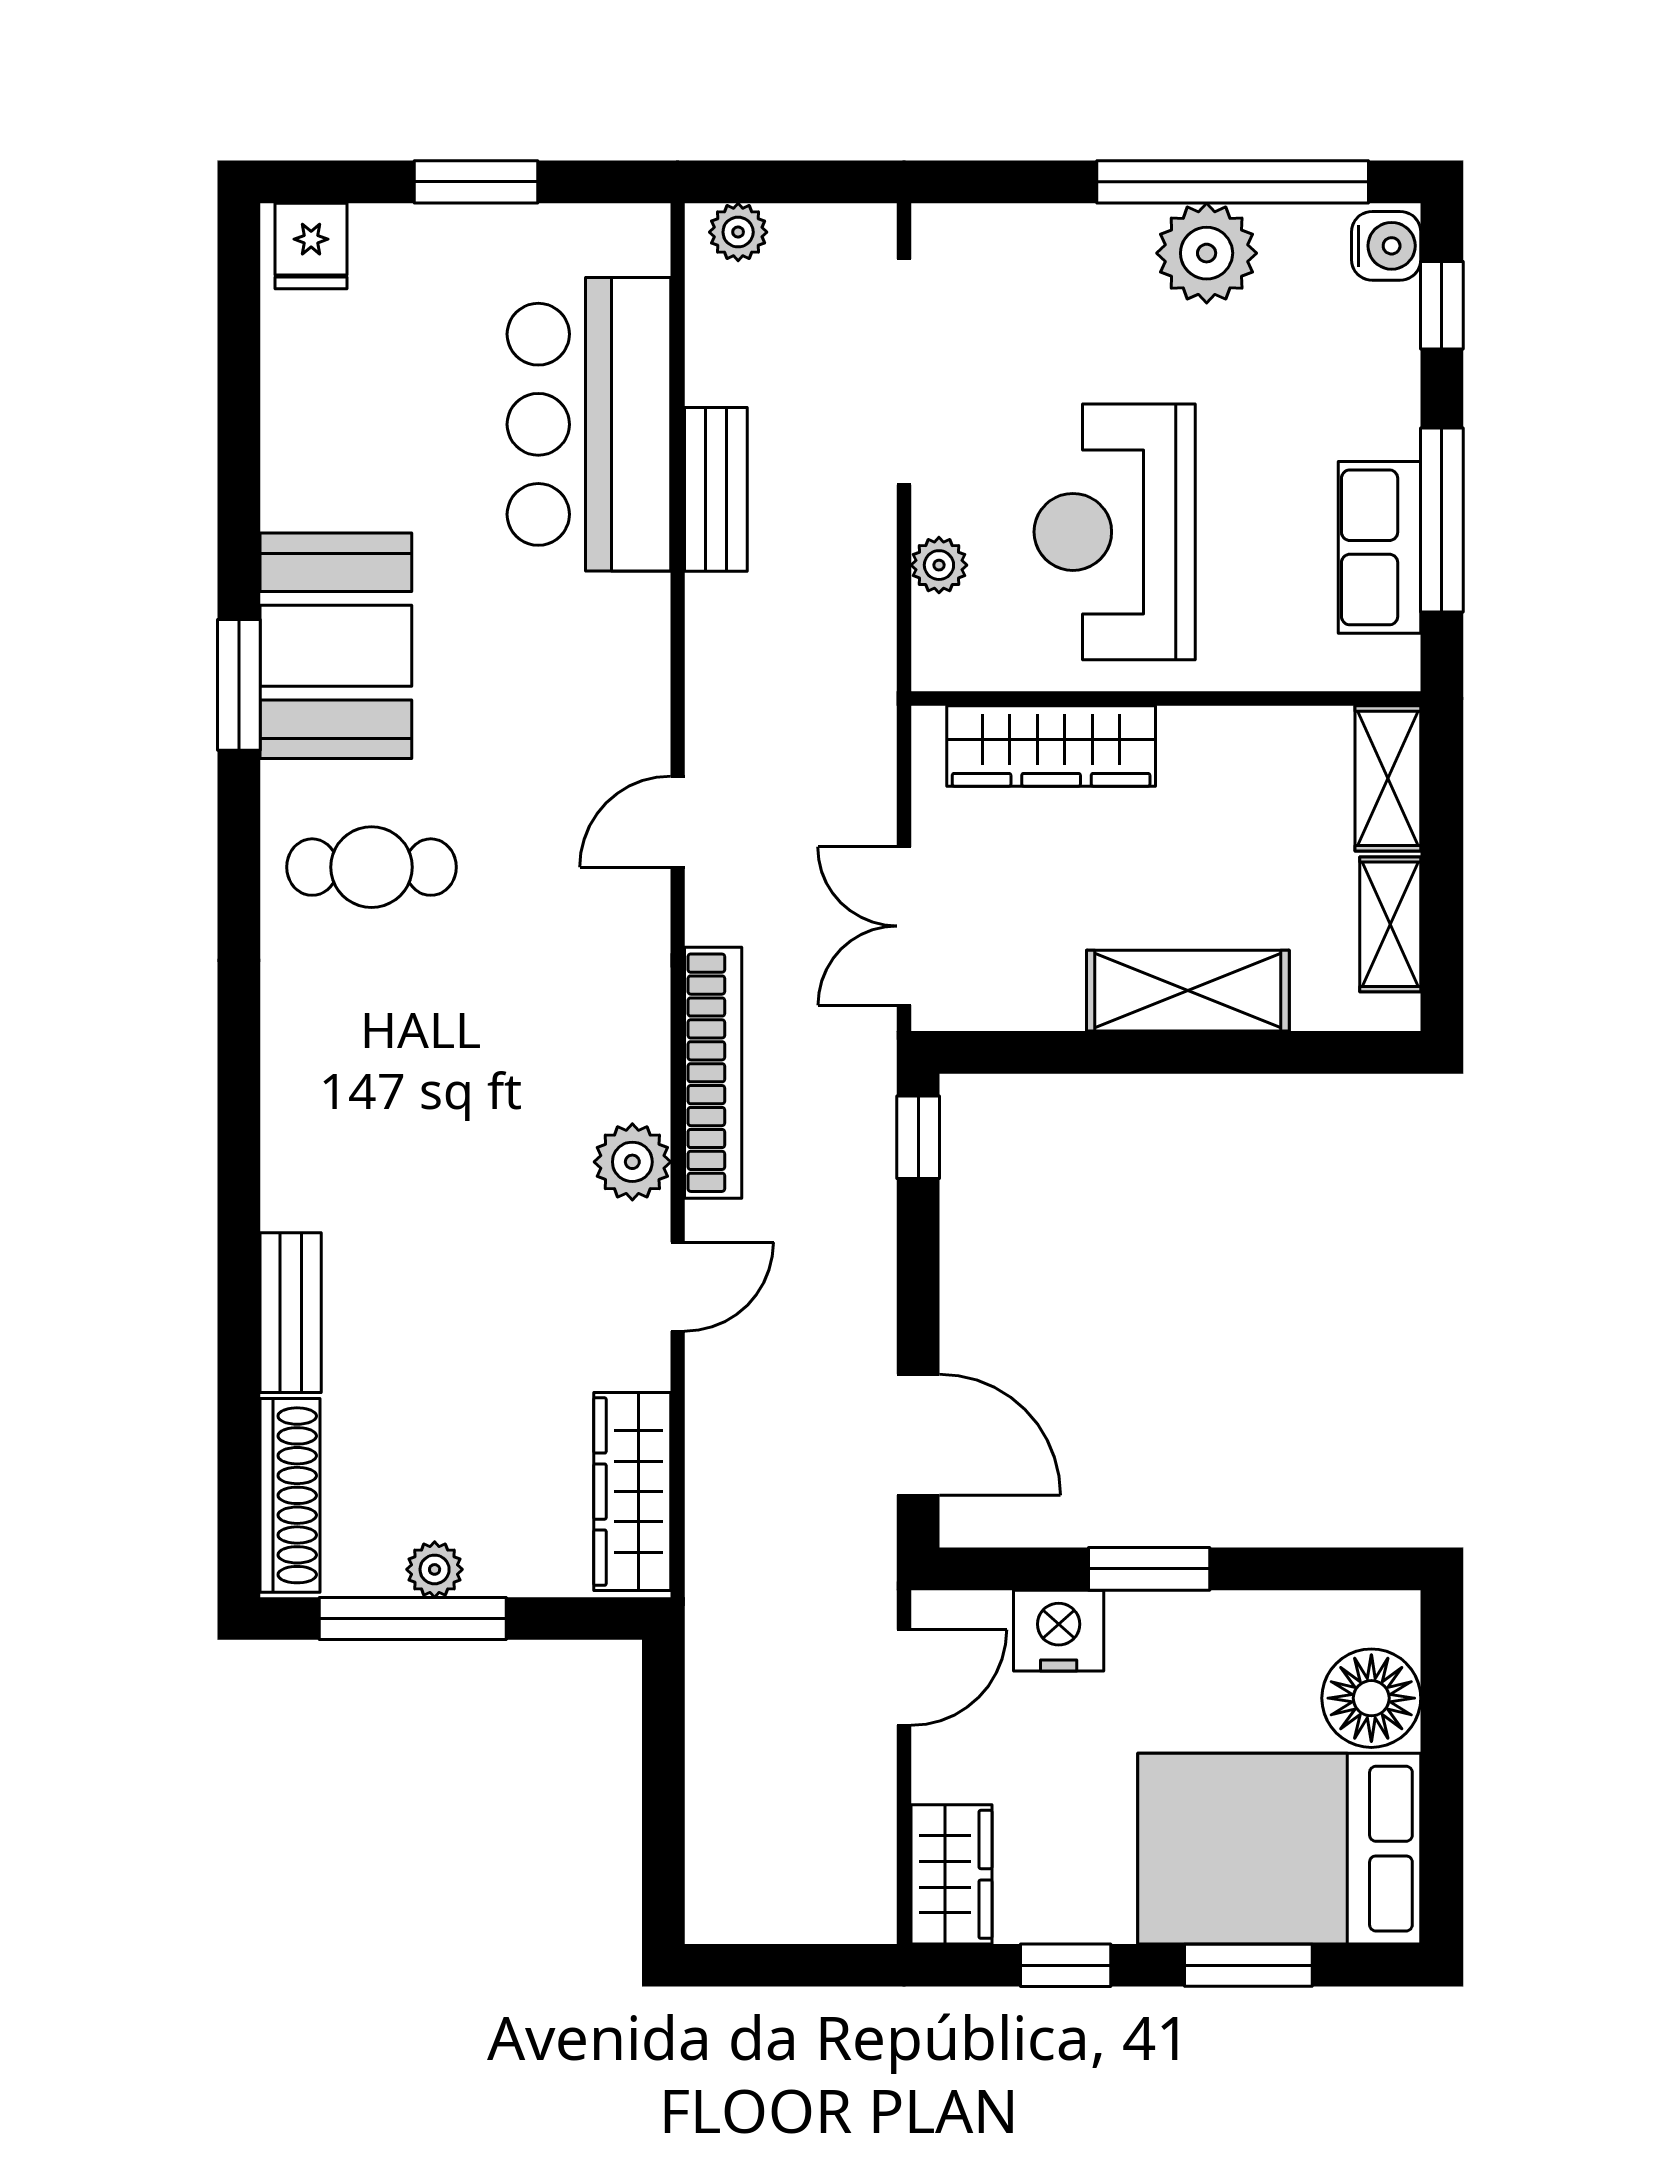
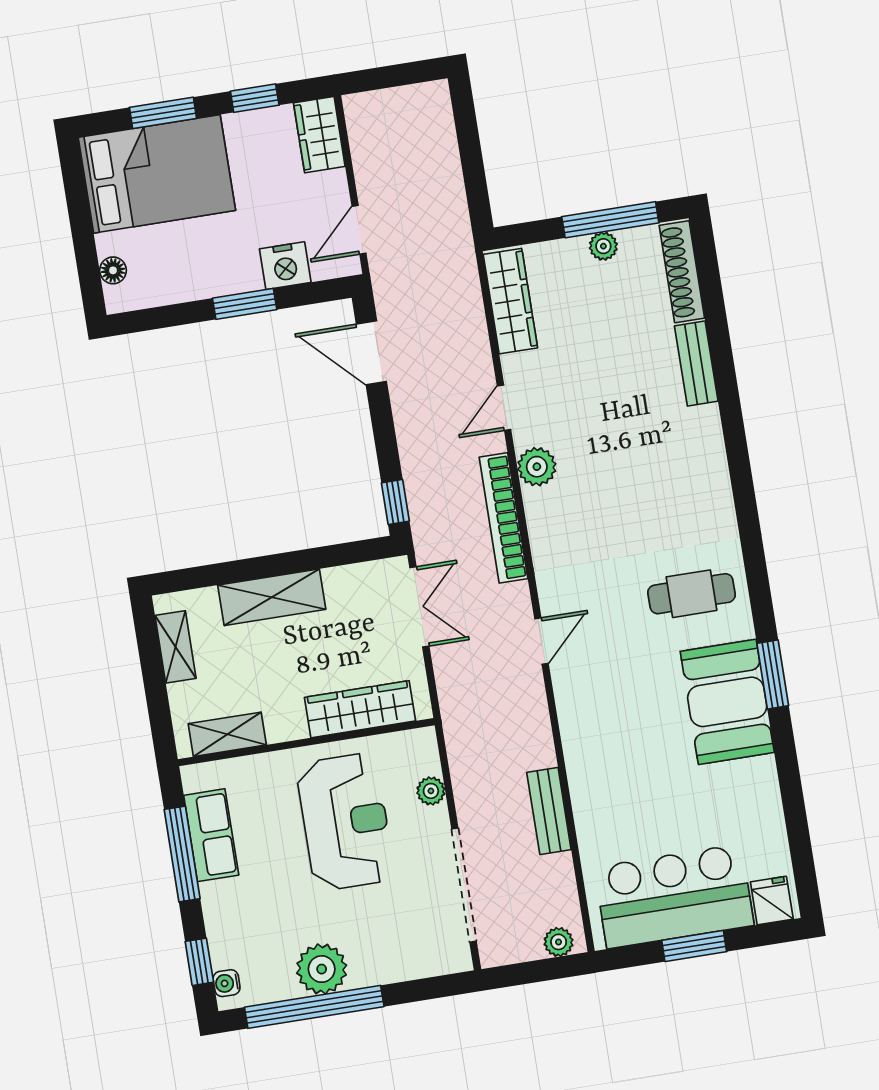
water cooler: (1386, 246) -> (227, 983), width x0.72, depth x0.72
bar counter: (589, 424) -> (674, 896), moved, turned -90
shelving: (1388, 778) -> (227, 734), moved, turned 90
floor lamp: (1371, 1698) -> (113, 270), width x0.53, depth x0.53

